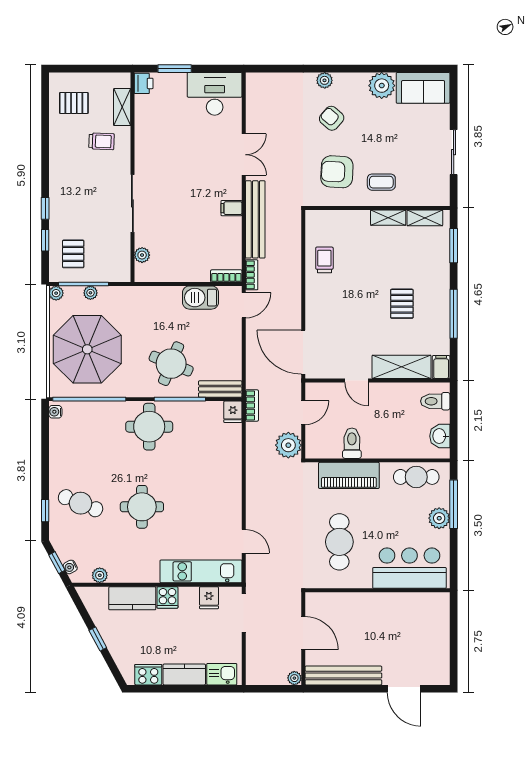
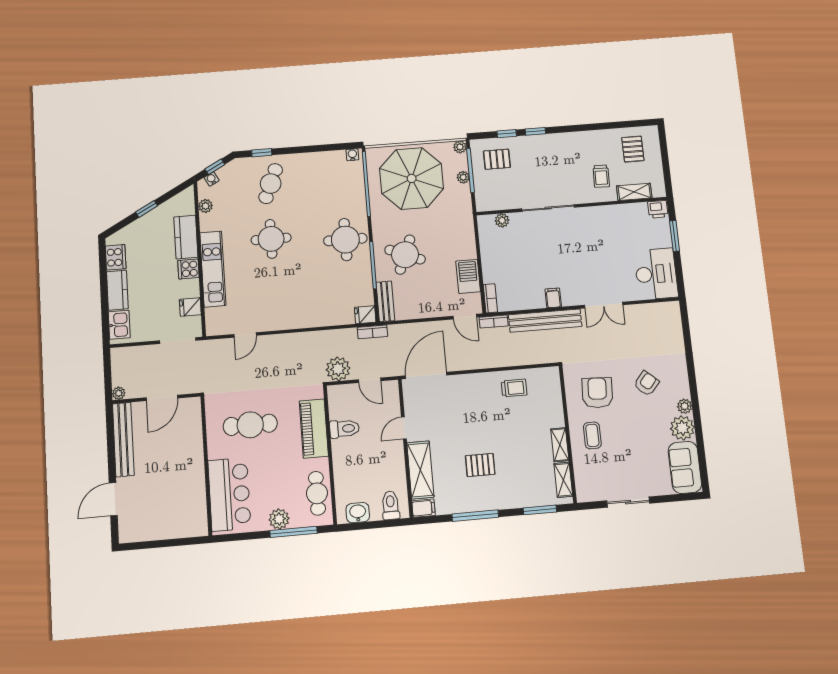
plant: (325, 80) -> (685, 406), moved
kitchen unit: (201, 571) -> (213, 269), moved

